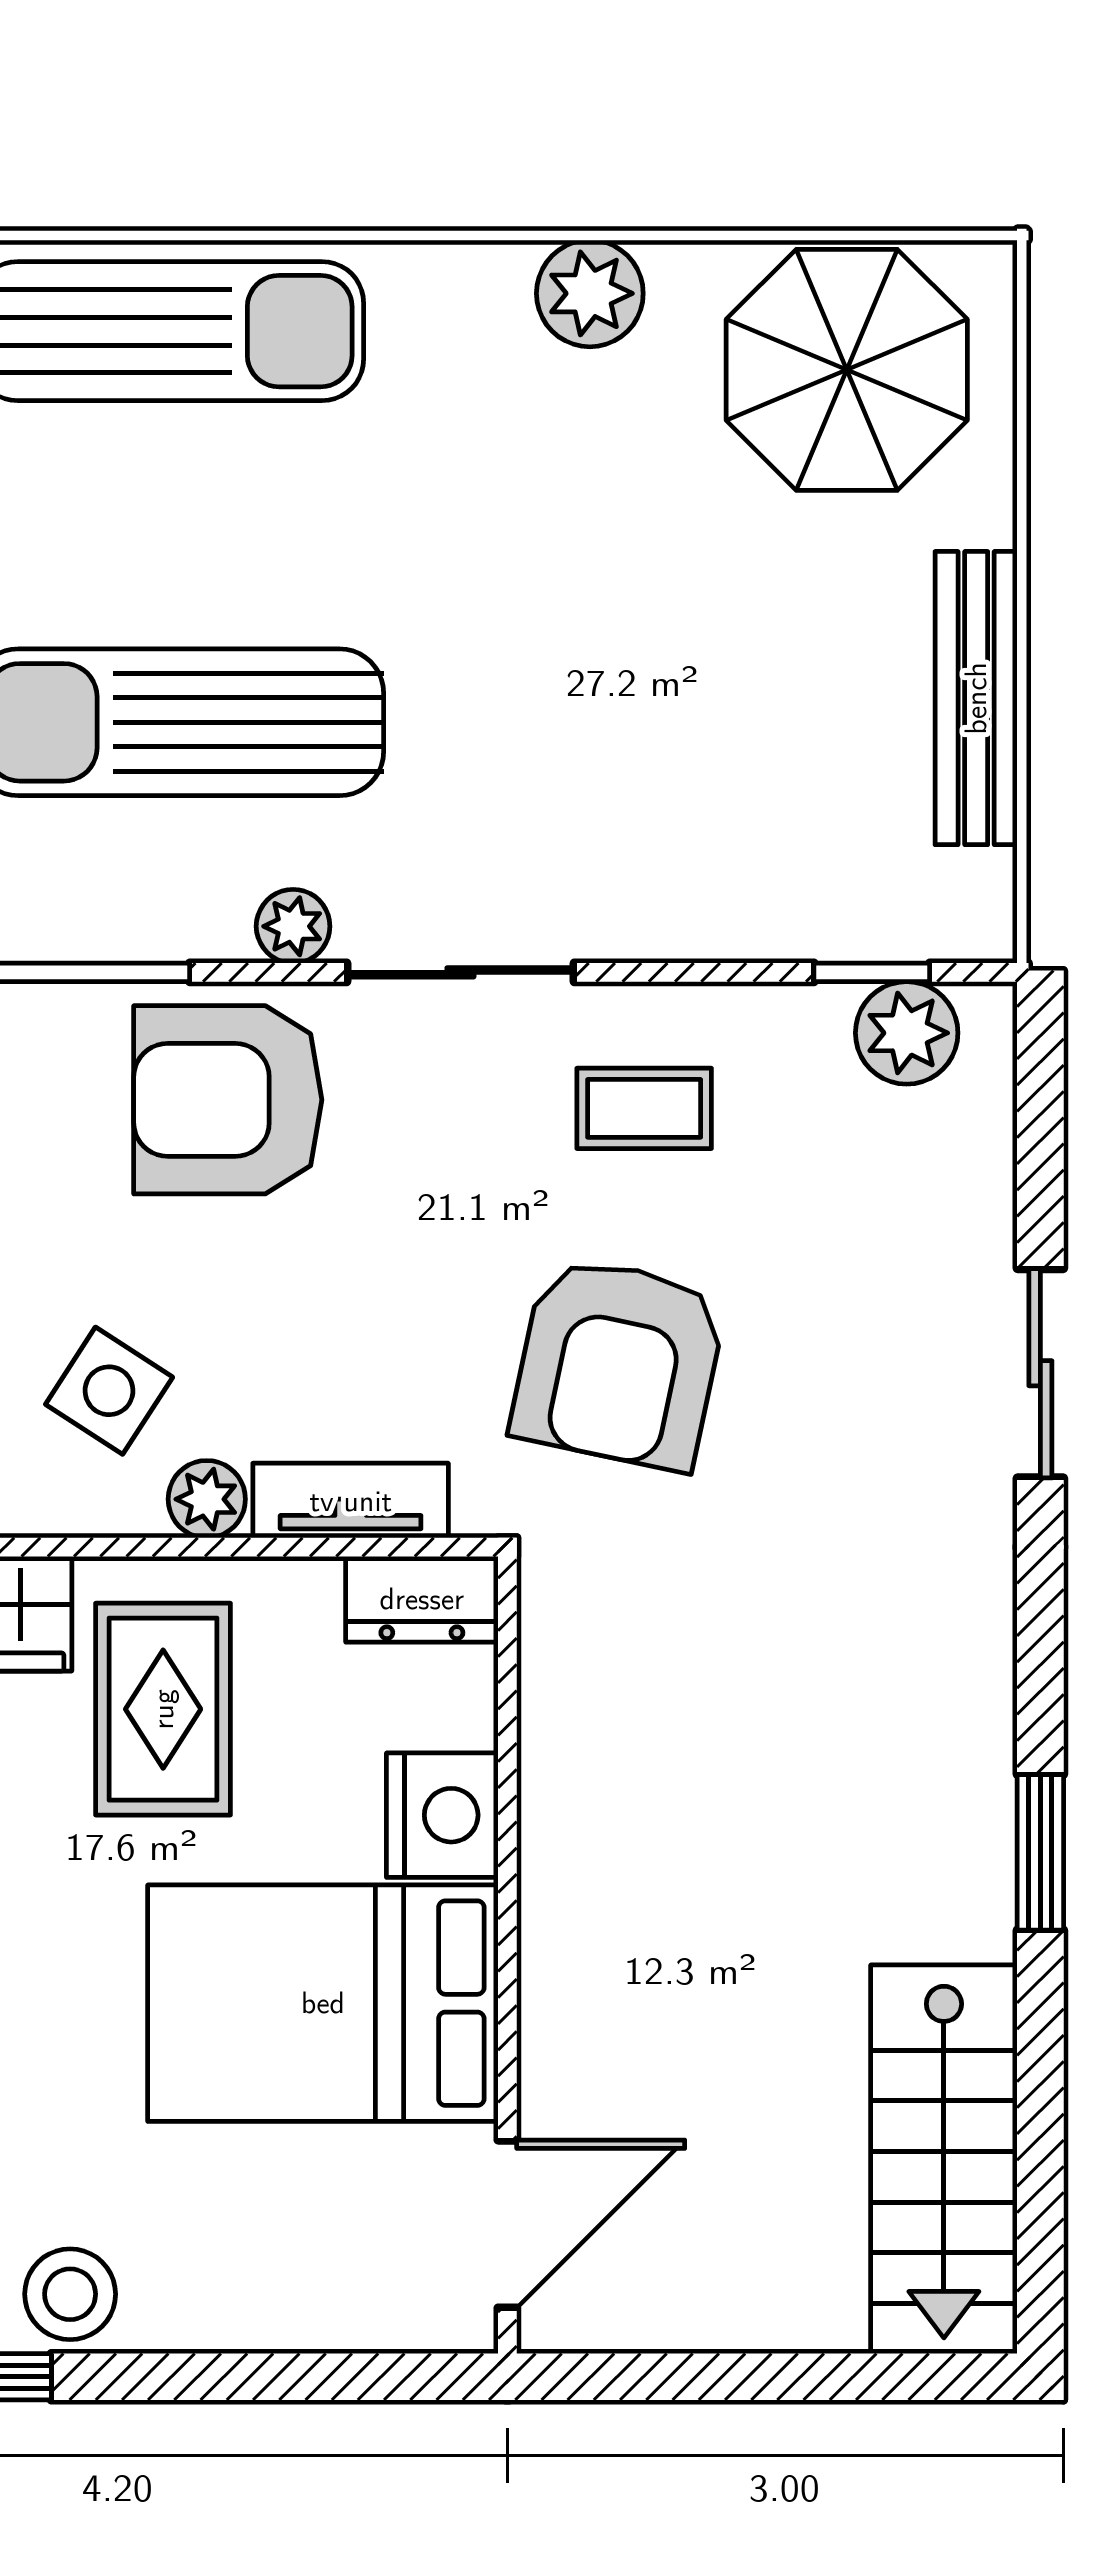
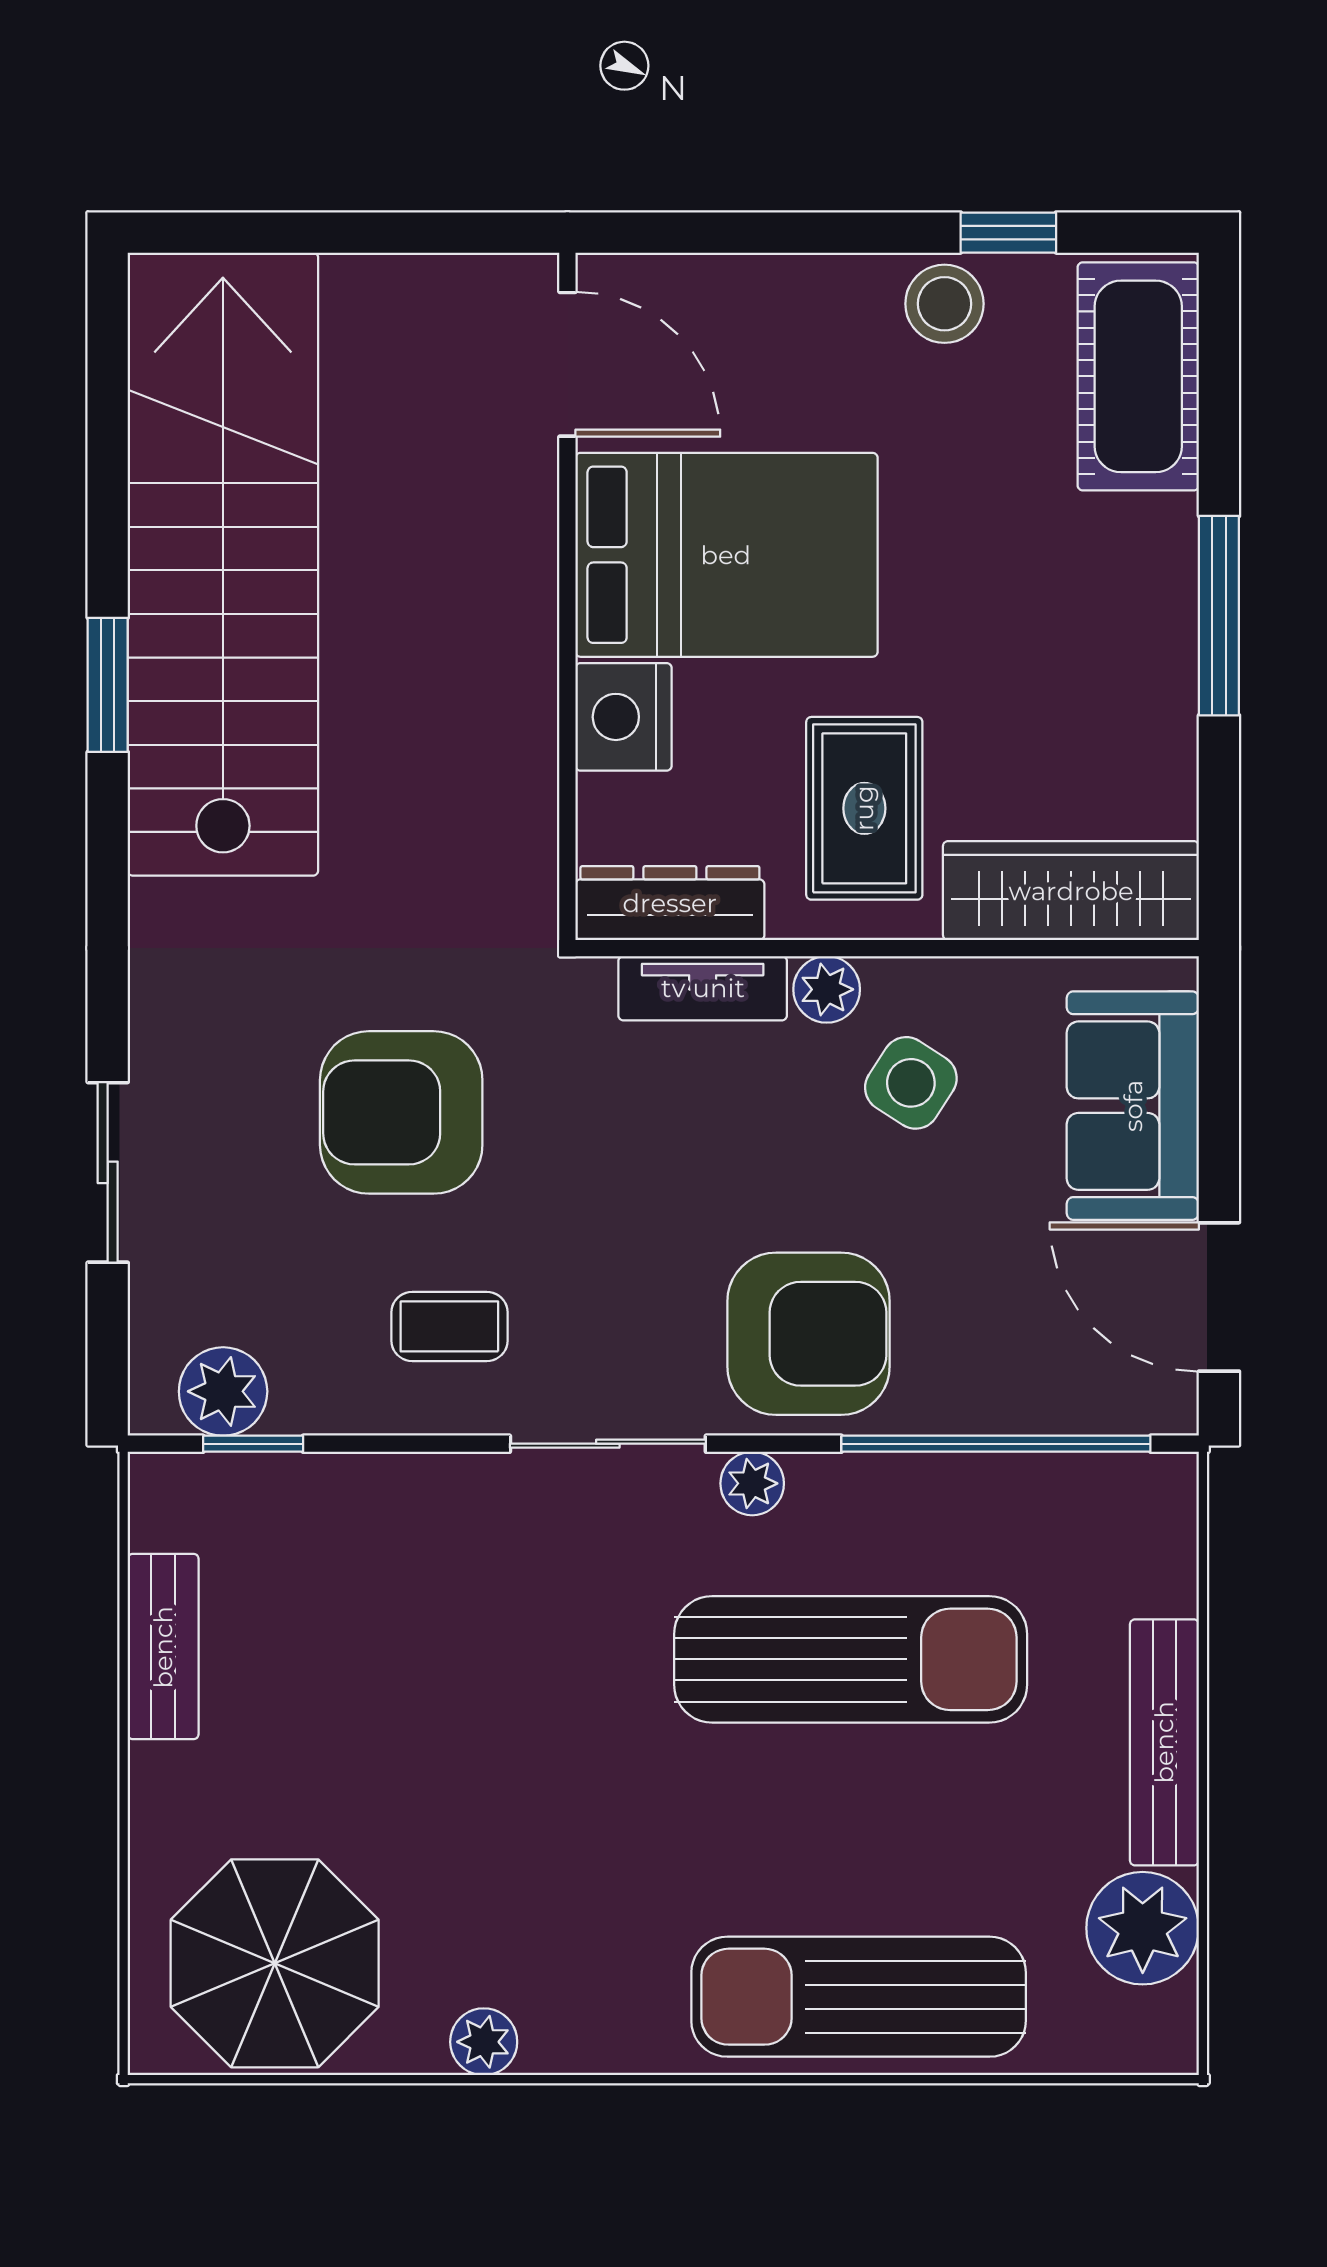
plant: (590, 293) -> (484, 2042), width x0.73, depth x0.73
bench: (976, 698) -> (163, 1647), width x0.73
armchair: (619, 1363) -> (401, 1112), moved, turned -102
sliding door: (1040, 1373) -> (108, 1172), moved
dresser: (422, 1599) -> (670, 903), width x1.44
stairs: (944, 2159) -> (223, 564), width x1.86, depth x1.51
door: (507, 2224) -> (567, 364), swing flipped

